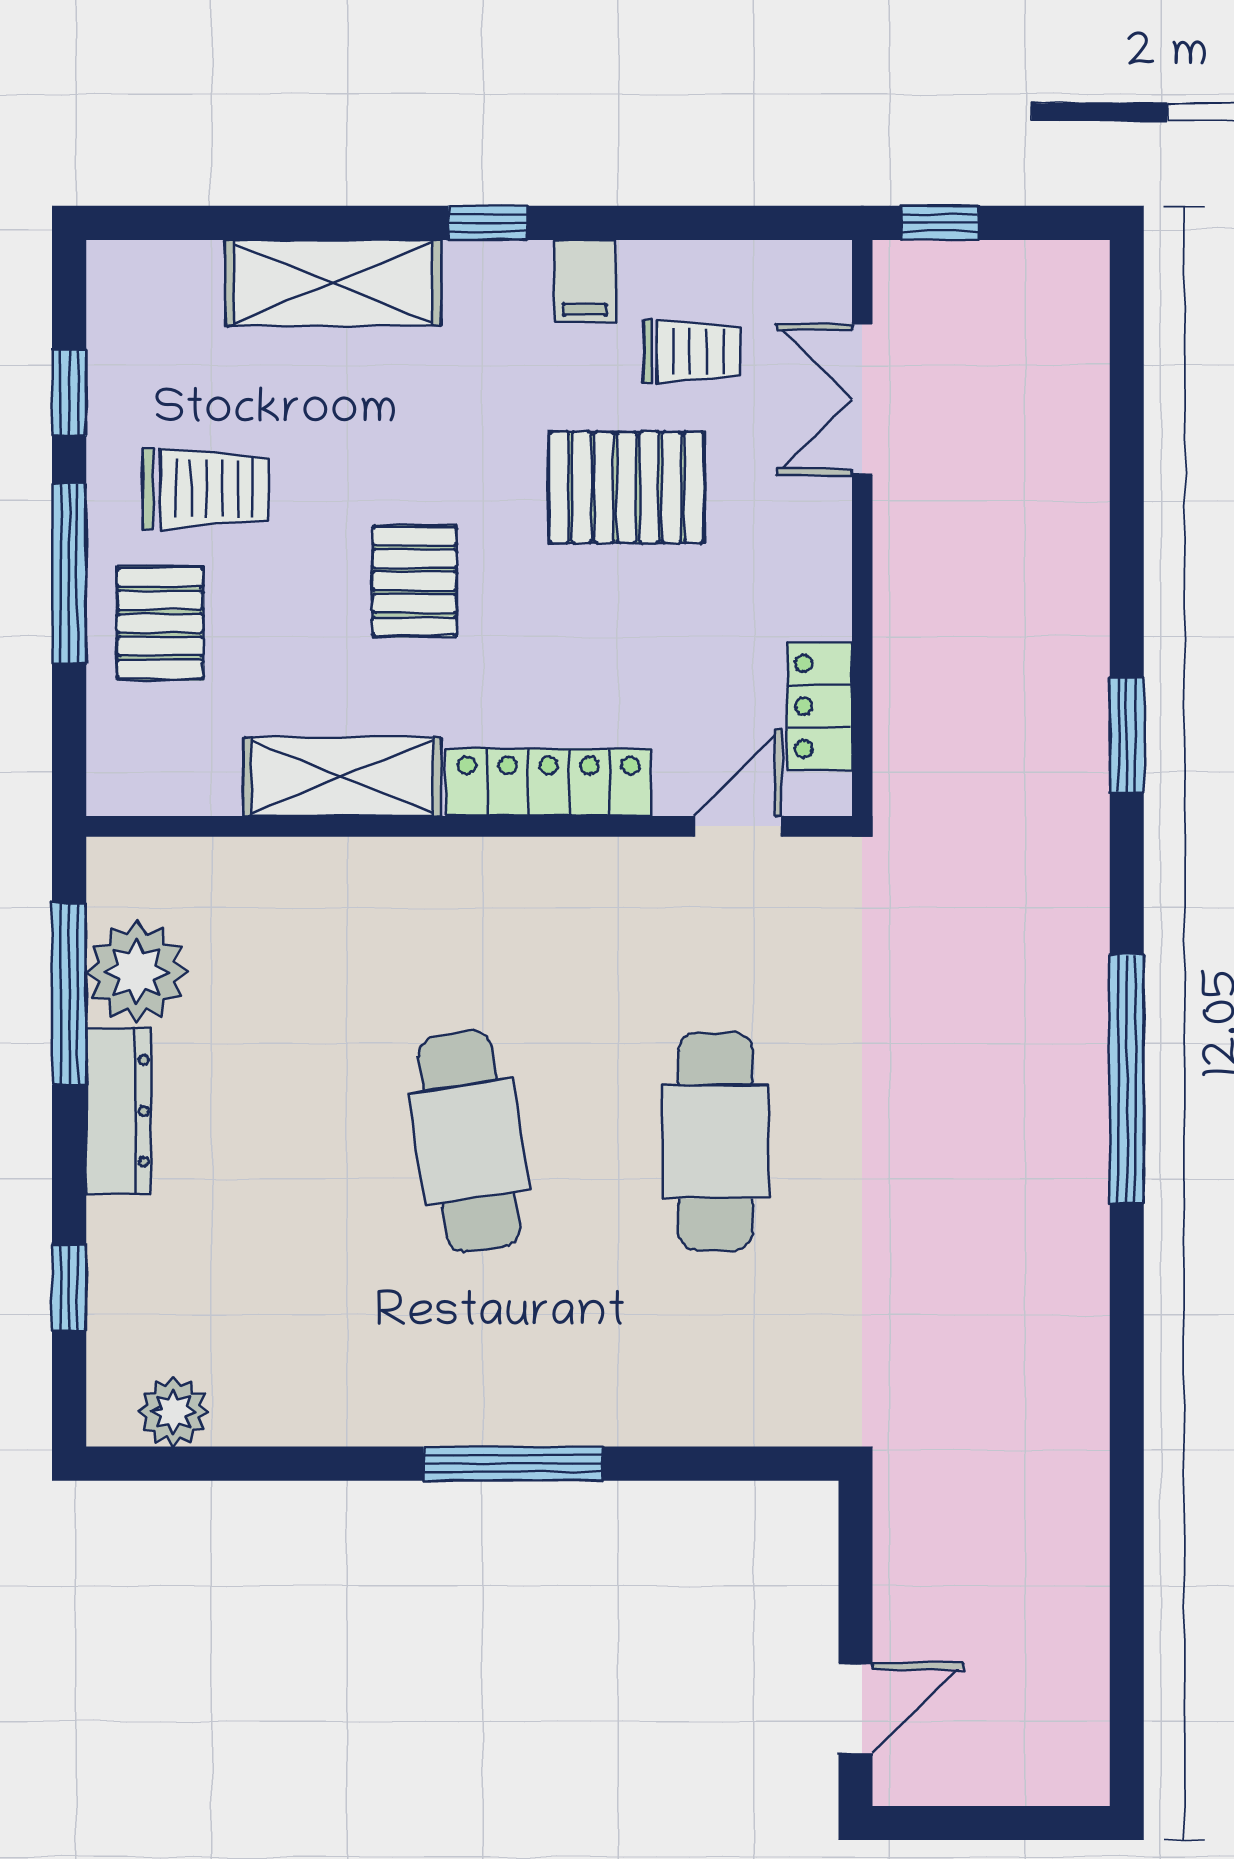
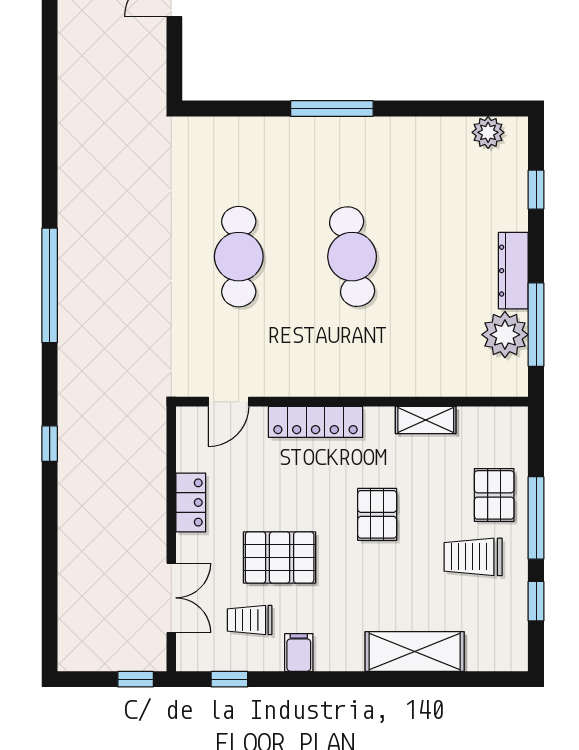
window: (488, 223) -> (229, 679), moved
locker: (820, 706) -> (191, 502), moved
window: (1127, 735) -> (50, 444), width x0.67
shelving: (342, 777) -> (426, 420), width x0.67, depth x0.75

